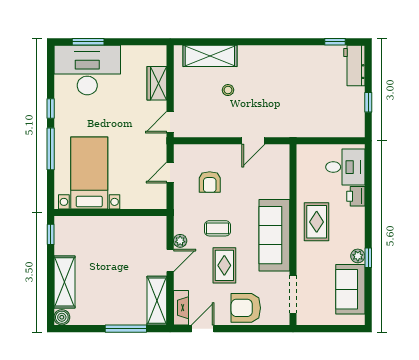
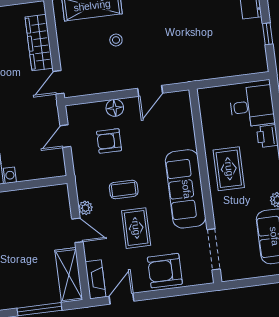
wardrobe: (157, 83) -> (39, 43), width x1.50
floor lamp: (219, 152) -> (115, 108), added
armchair: (210, 182) -> (109, 141), turned 90
door: (170, 261) -> (77, 230), hinge flipped

